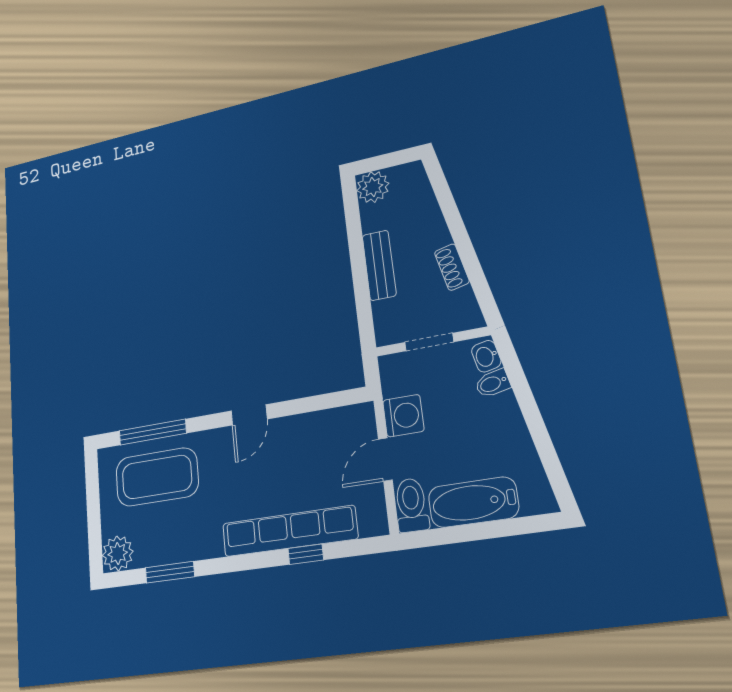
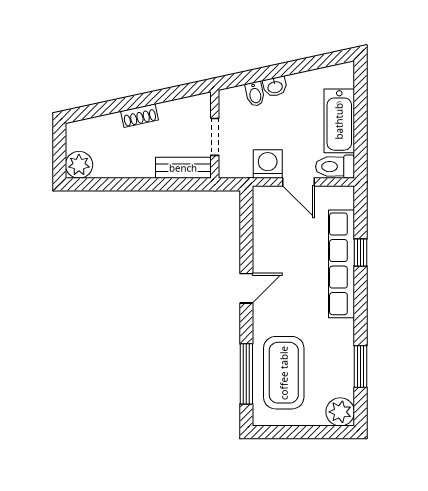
bench: (379, 265) -> (183, 168), moved
shoe rack: (452, 267) -> (139, 116), moved
washbasin: (486, 356) -> (275, 87), moved
door: (249, 415) -> (246, 288), hinge flipped

